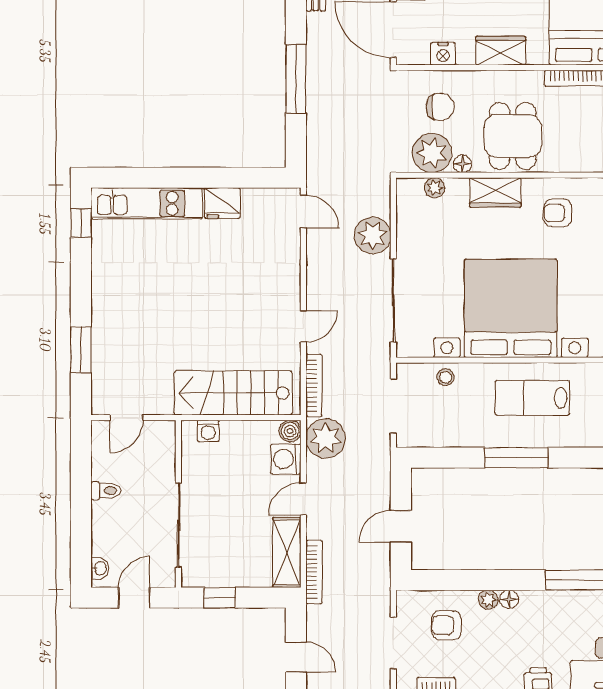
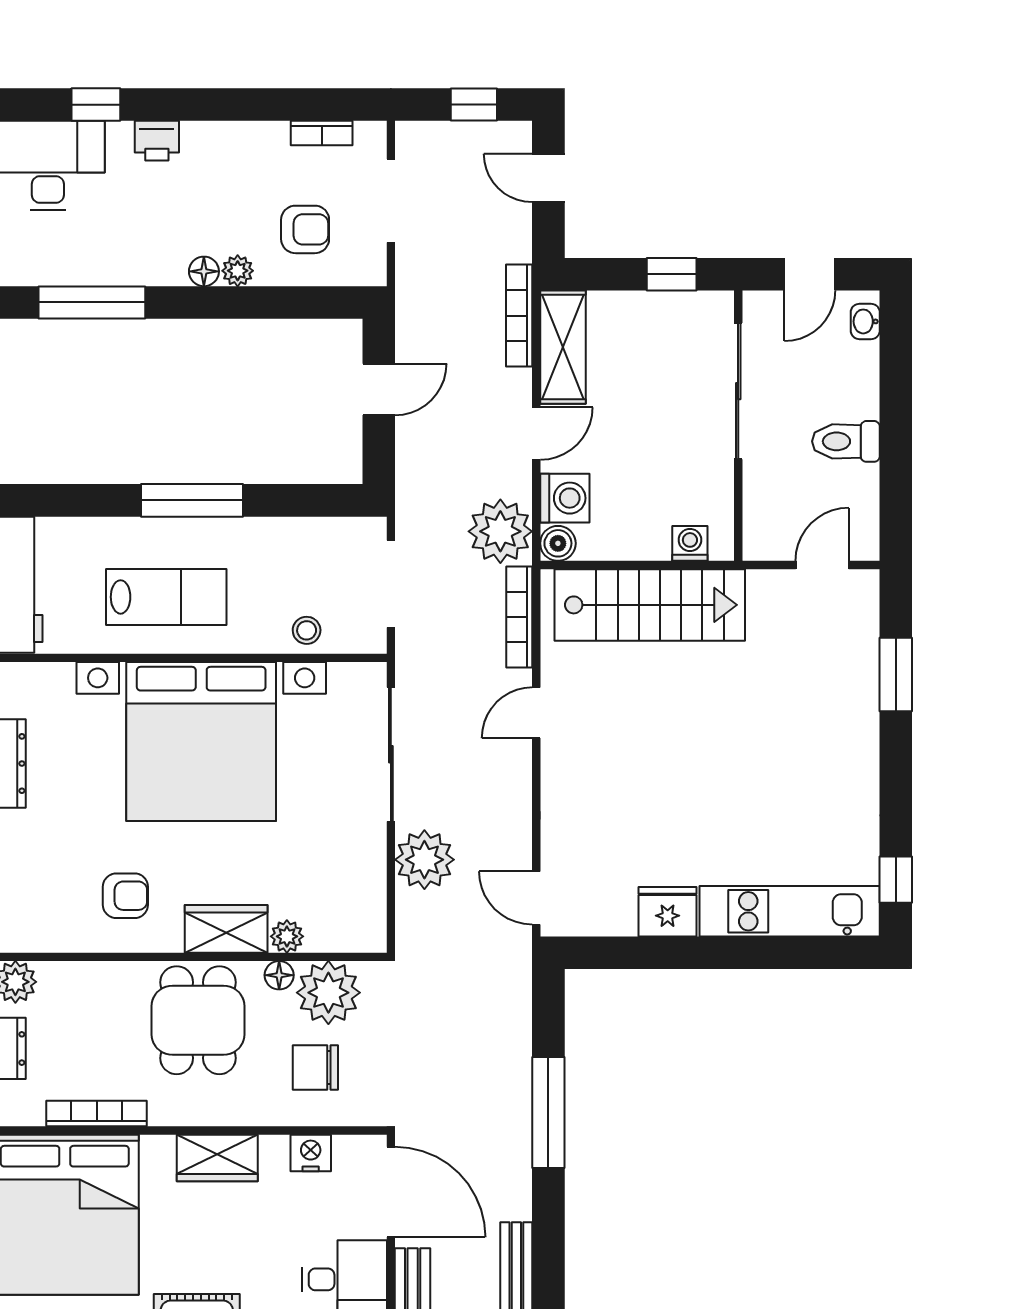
plant: (434, 188) -> (287, 936), moved
toilet: (106, 491) -> (846, 441), width x1.37, depth x1.39

